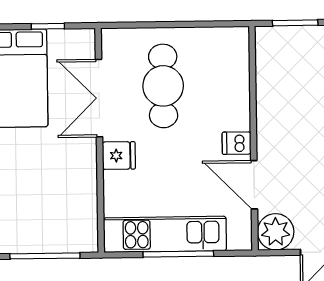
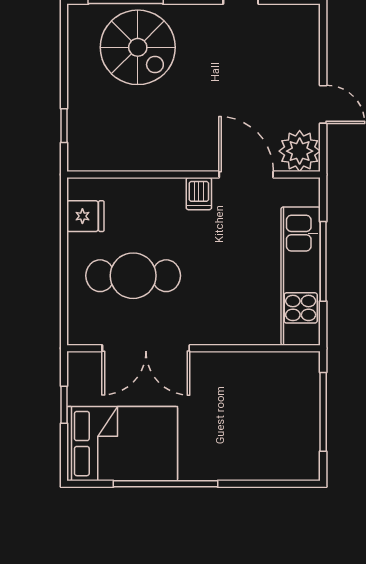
window: (295, 23) -> (64, 126), width x0.67
fridge: (119, 156) -> (85, 216), moved, turned 90
door: (254, 185) -> (246, 175), swing flipped

